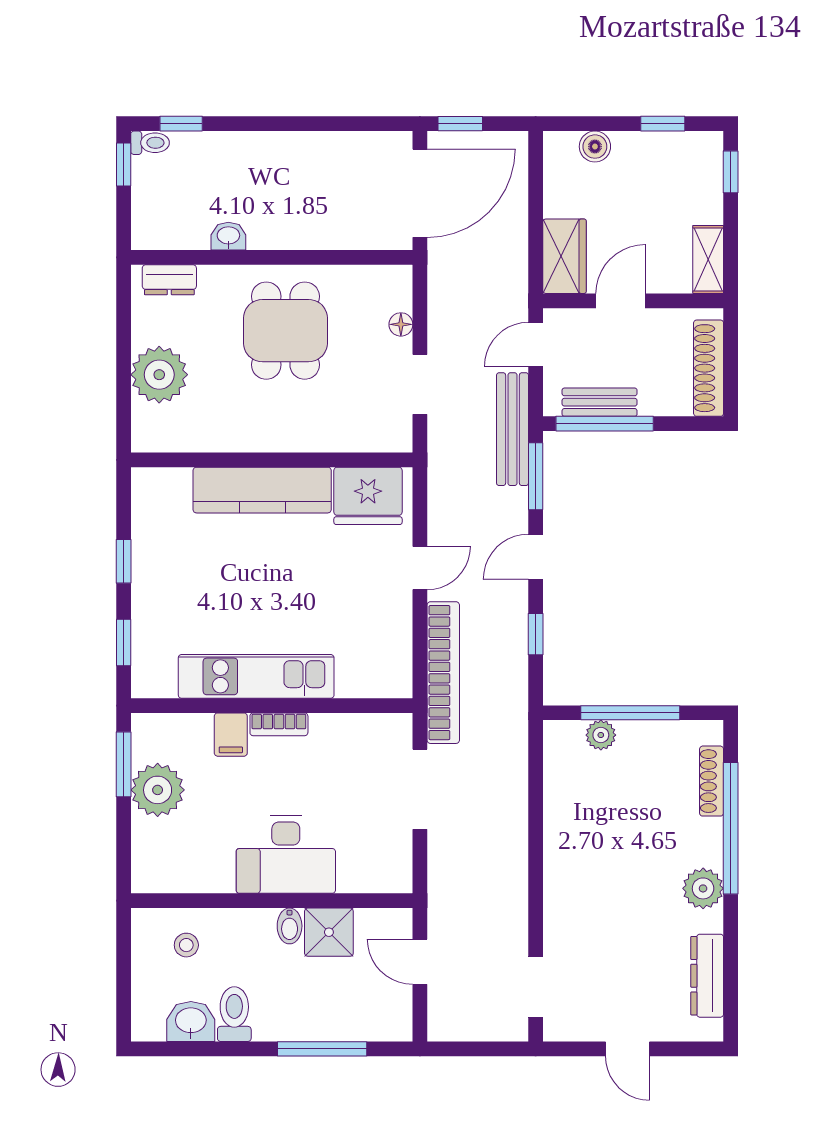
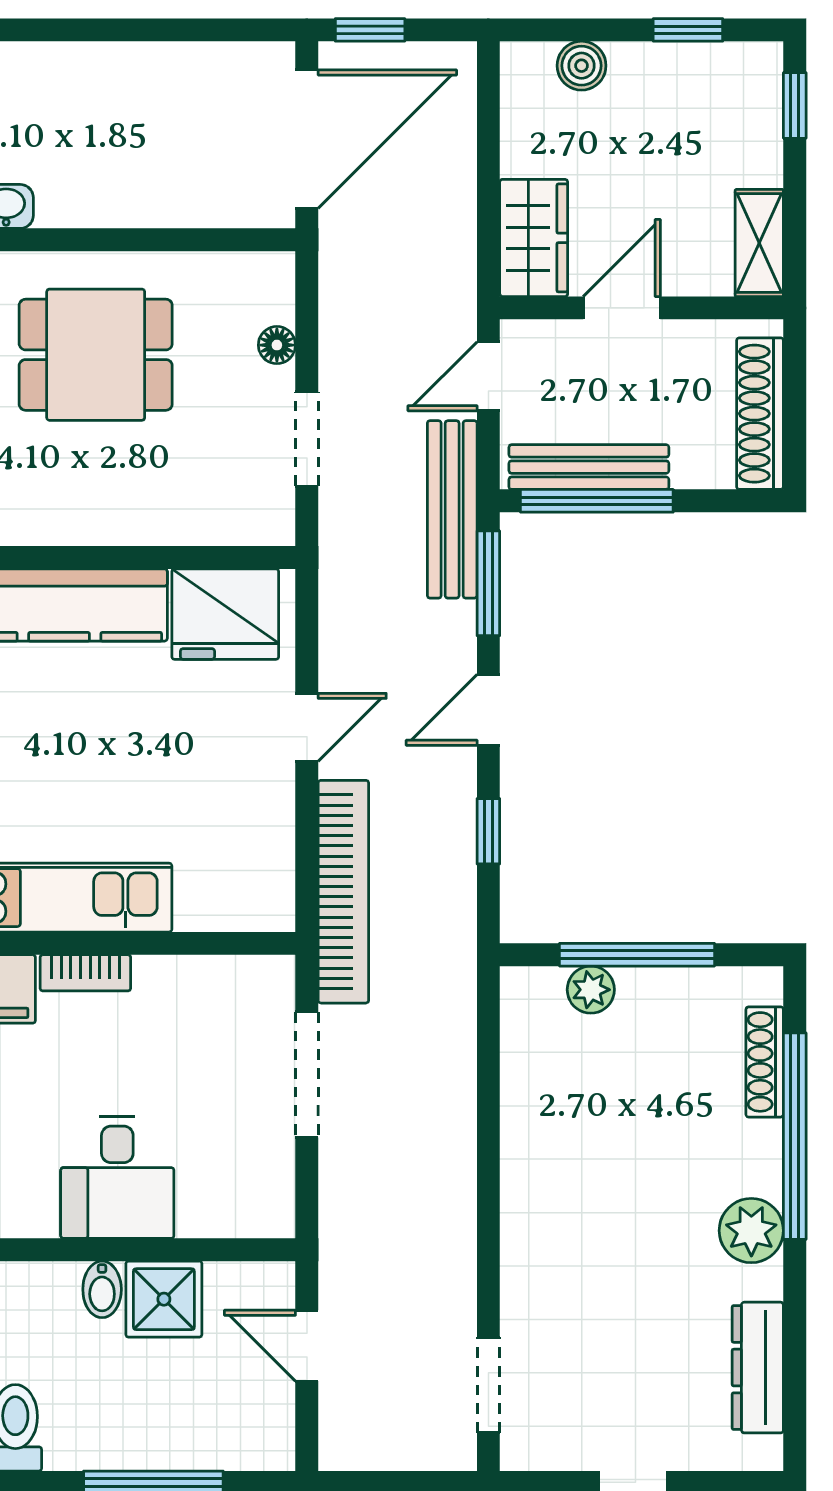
dining table: (285, 331) -> (96, 355), turned 90
bench: (600, 402) -> (589, 467), width x1.36
desk: (286, 855) -> (117, 1177), width x0.73

